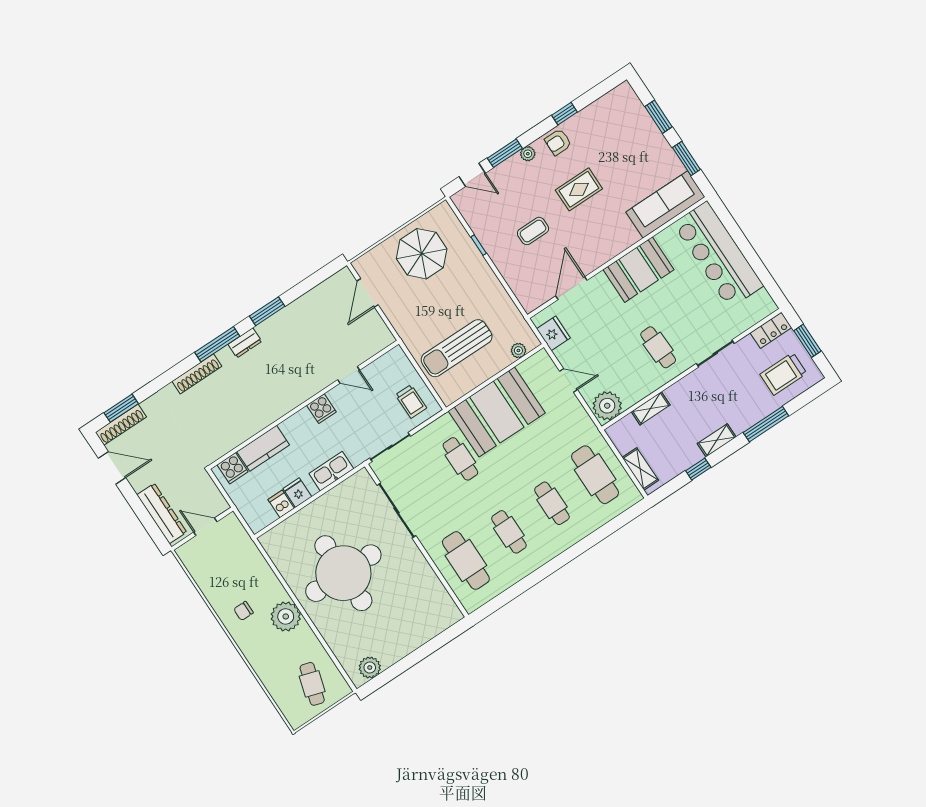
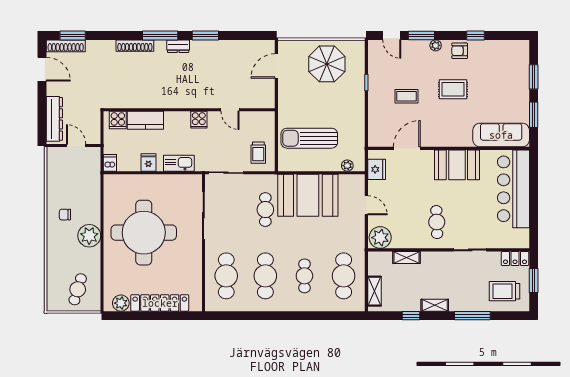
dishwasher: (281, 504) -> (110, 163), moved
cafe table: (509, 532) -> (265, 276), width x1.37, depth x1.35
locker: (412, 639) -> (160, 303), added

